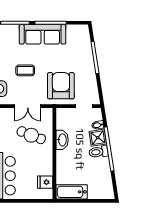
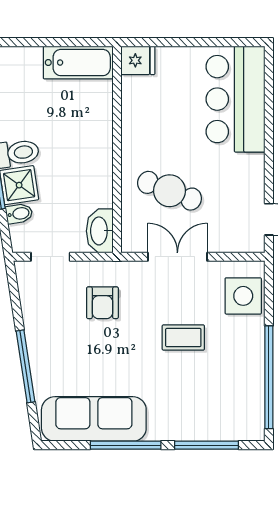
sofa: (43, 34) -> (94, 419), moved
armchair: (61, 86) -> (102, 303), width x0.53, depth x0.53
washbasin: (62, 140) -> (100, 231), moved
fridge: (45, 182) -> (138, 60), moved

